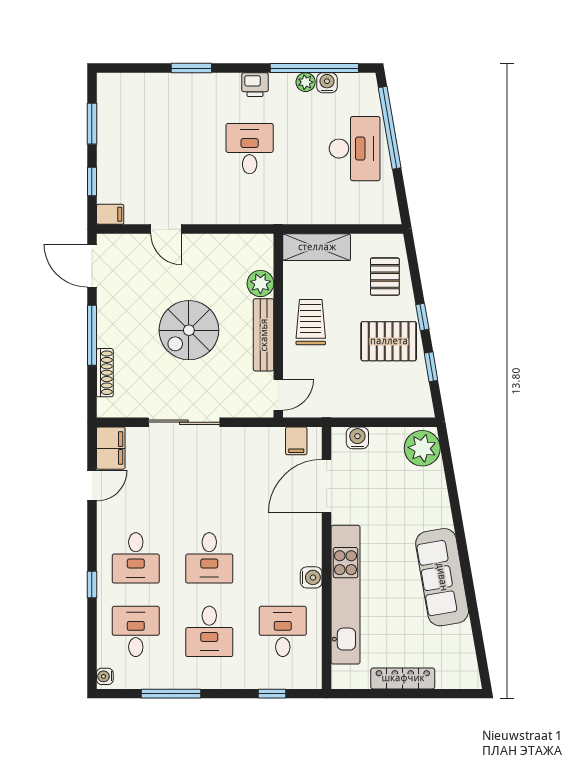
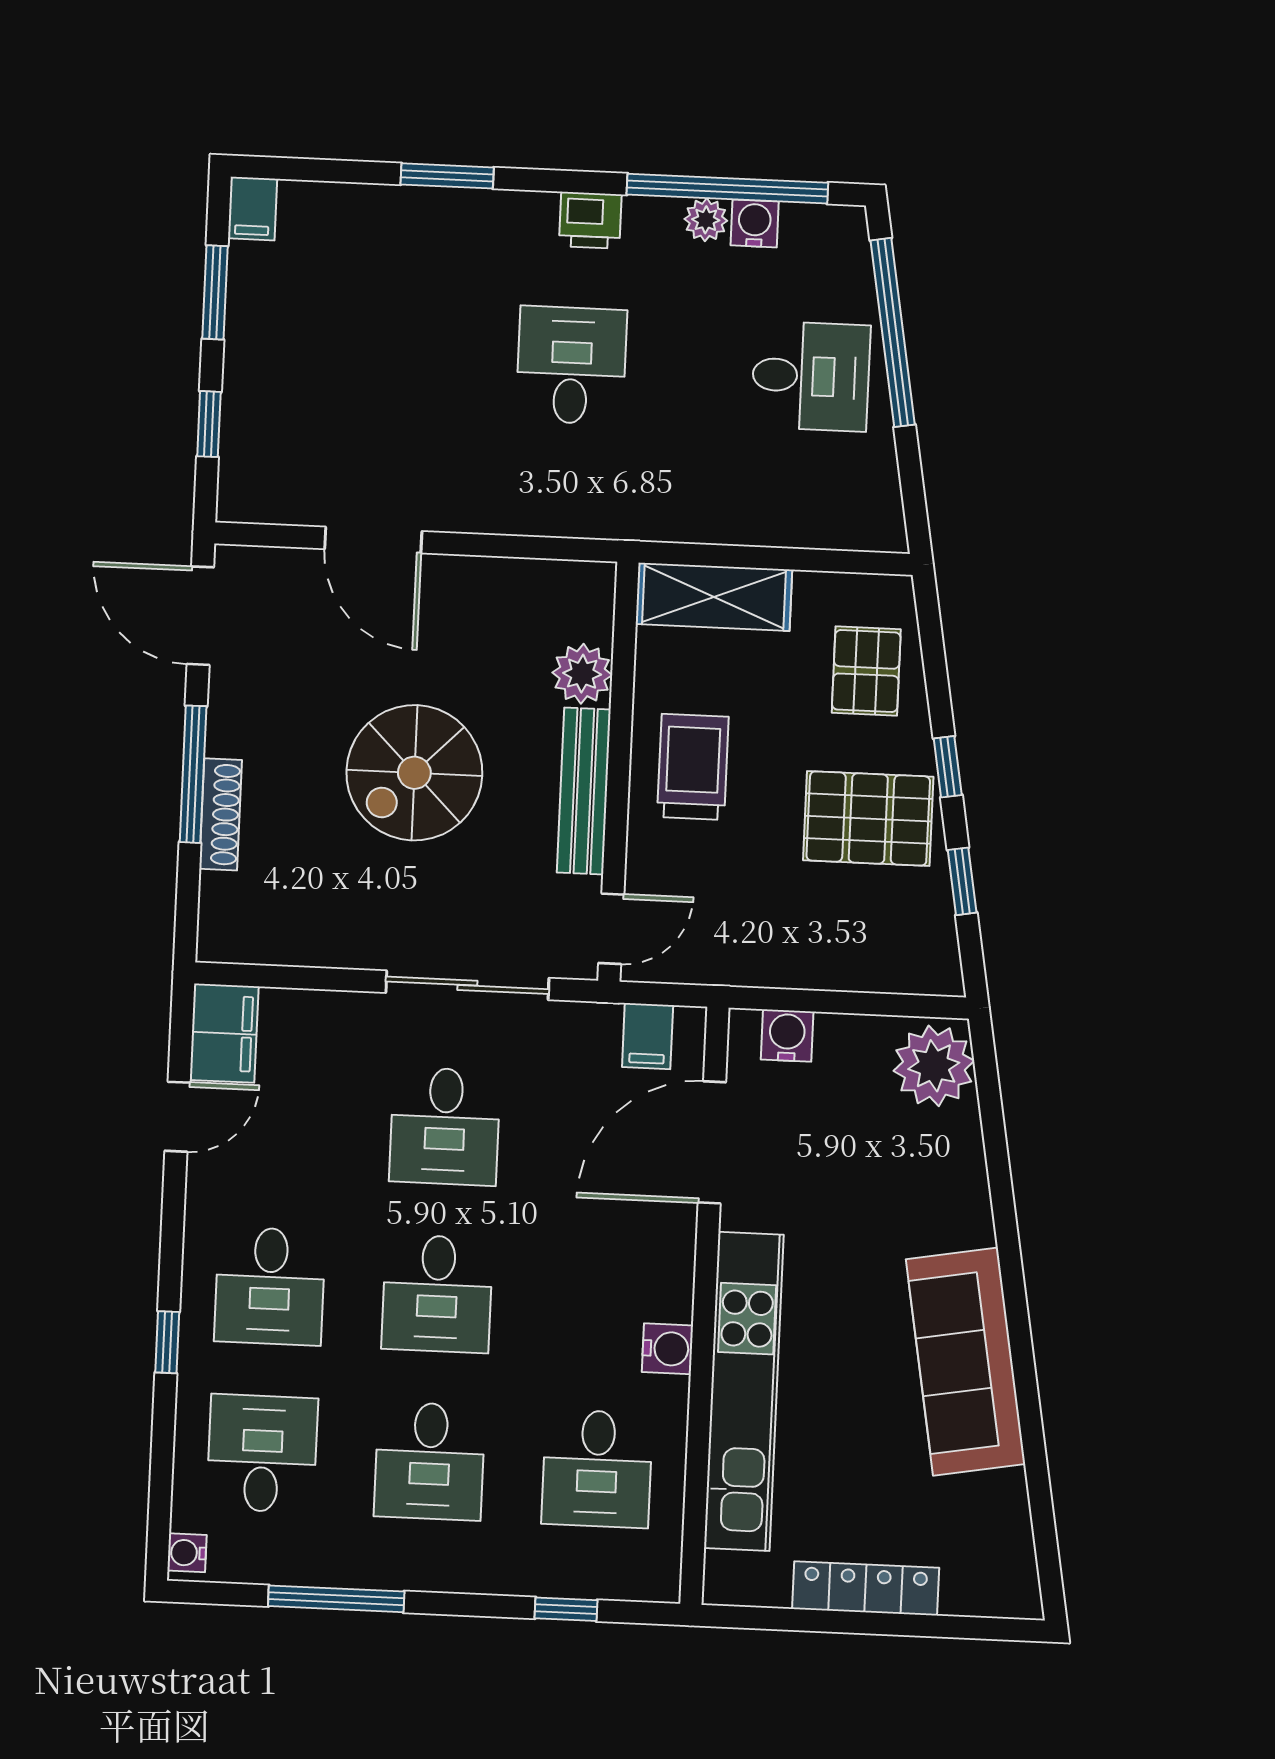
desk: (355, 149) -> (811, 376), width x0.73
filing cabinet: (110, 214) -> (253, 209), moved, turned 90
door: (166, 229) -> (373, 540), width x1.38
shoe rack: (105, 373) -> (221, 814), moved
sliding door: (184, 422) -> (467, 985), moved
desk: (209, 484) -> (445, 1126), added
desk: (283, 631) -> (597, 1469), turned 180

